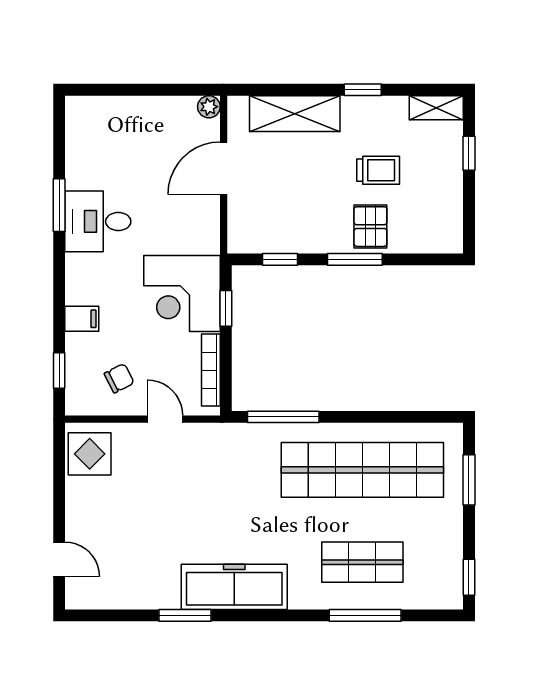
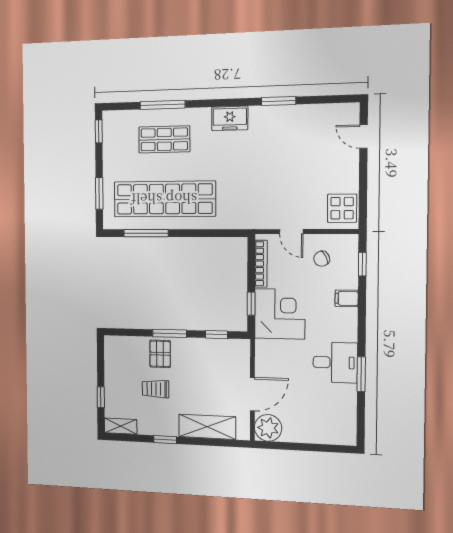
plant: (209, 107) -> (268, 428), width x1.87, depth x1.87
window: (283, 417) -> (146, 233), moved
freezer: (234, 587) -> (230, 118), width x0.52, depth x0.79

